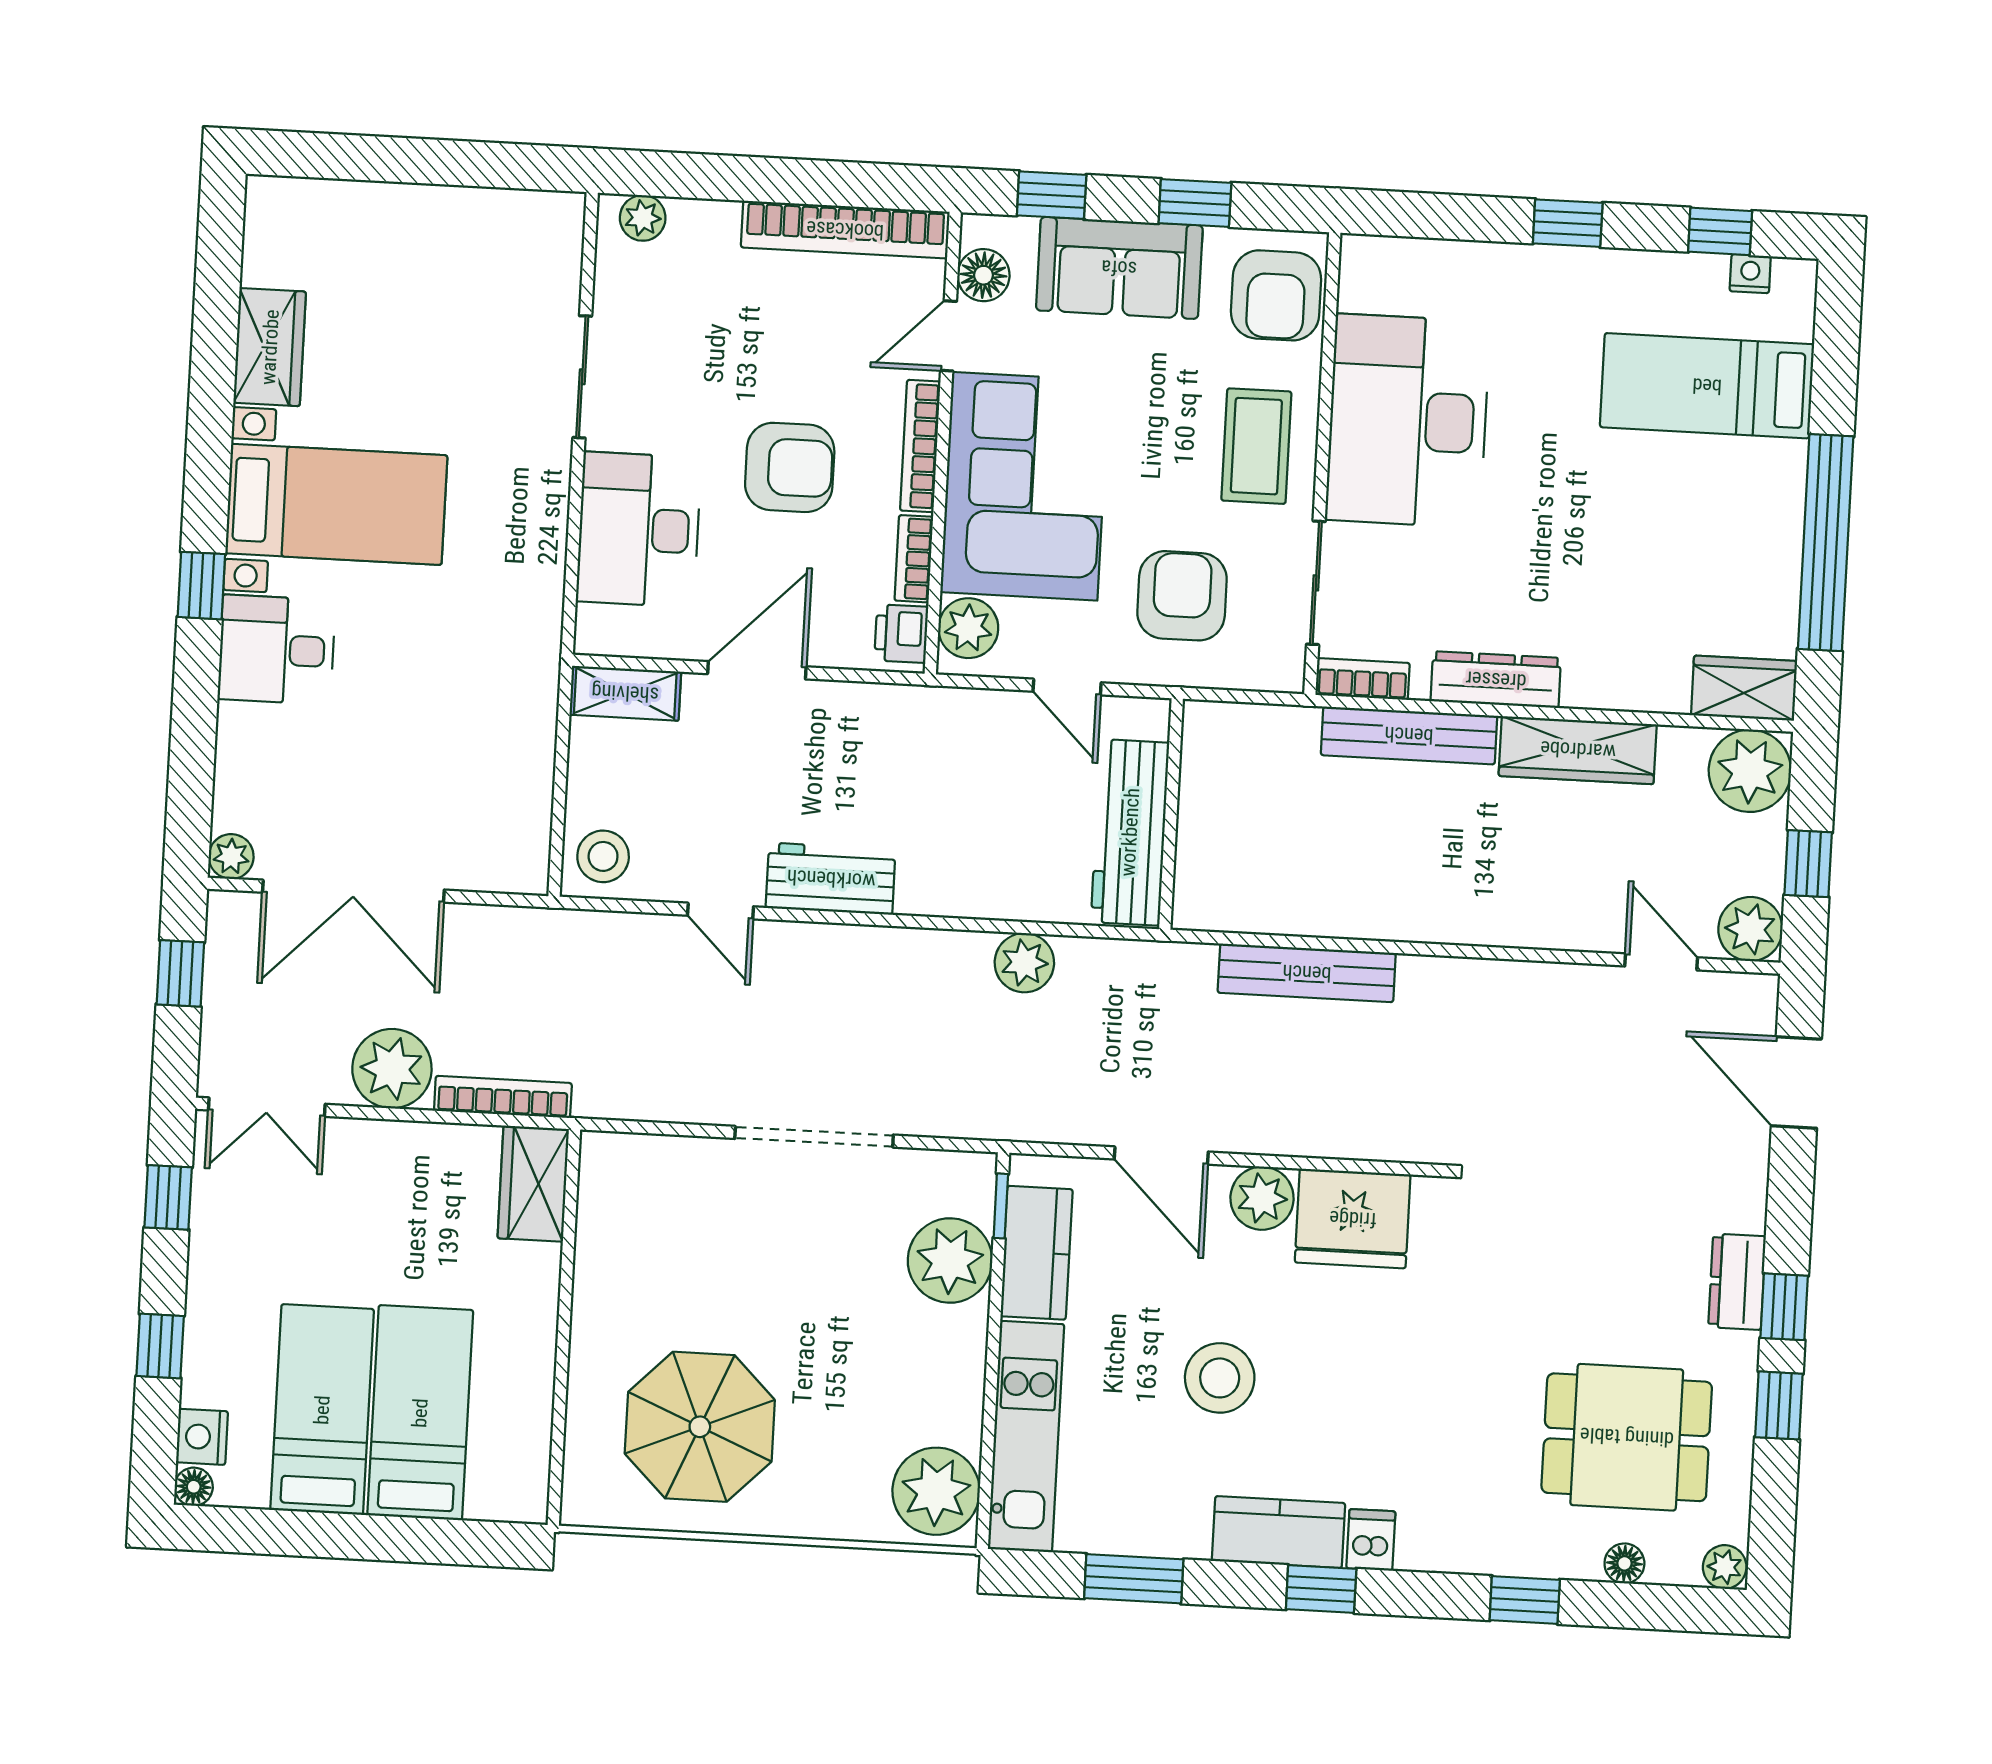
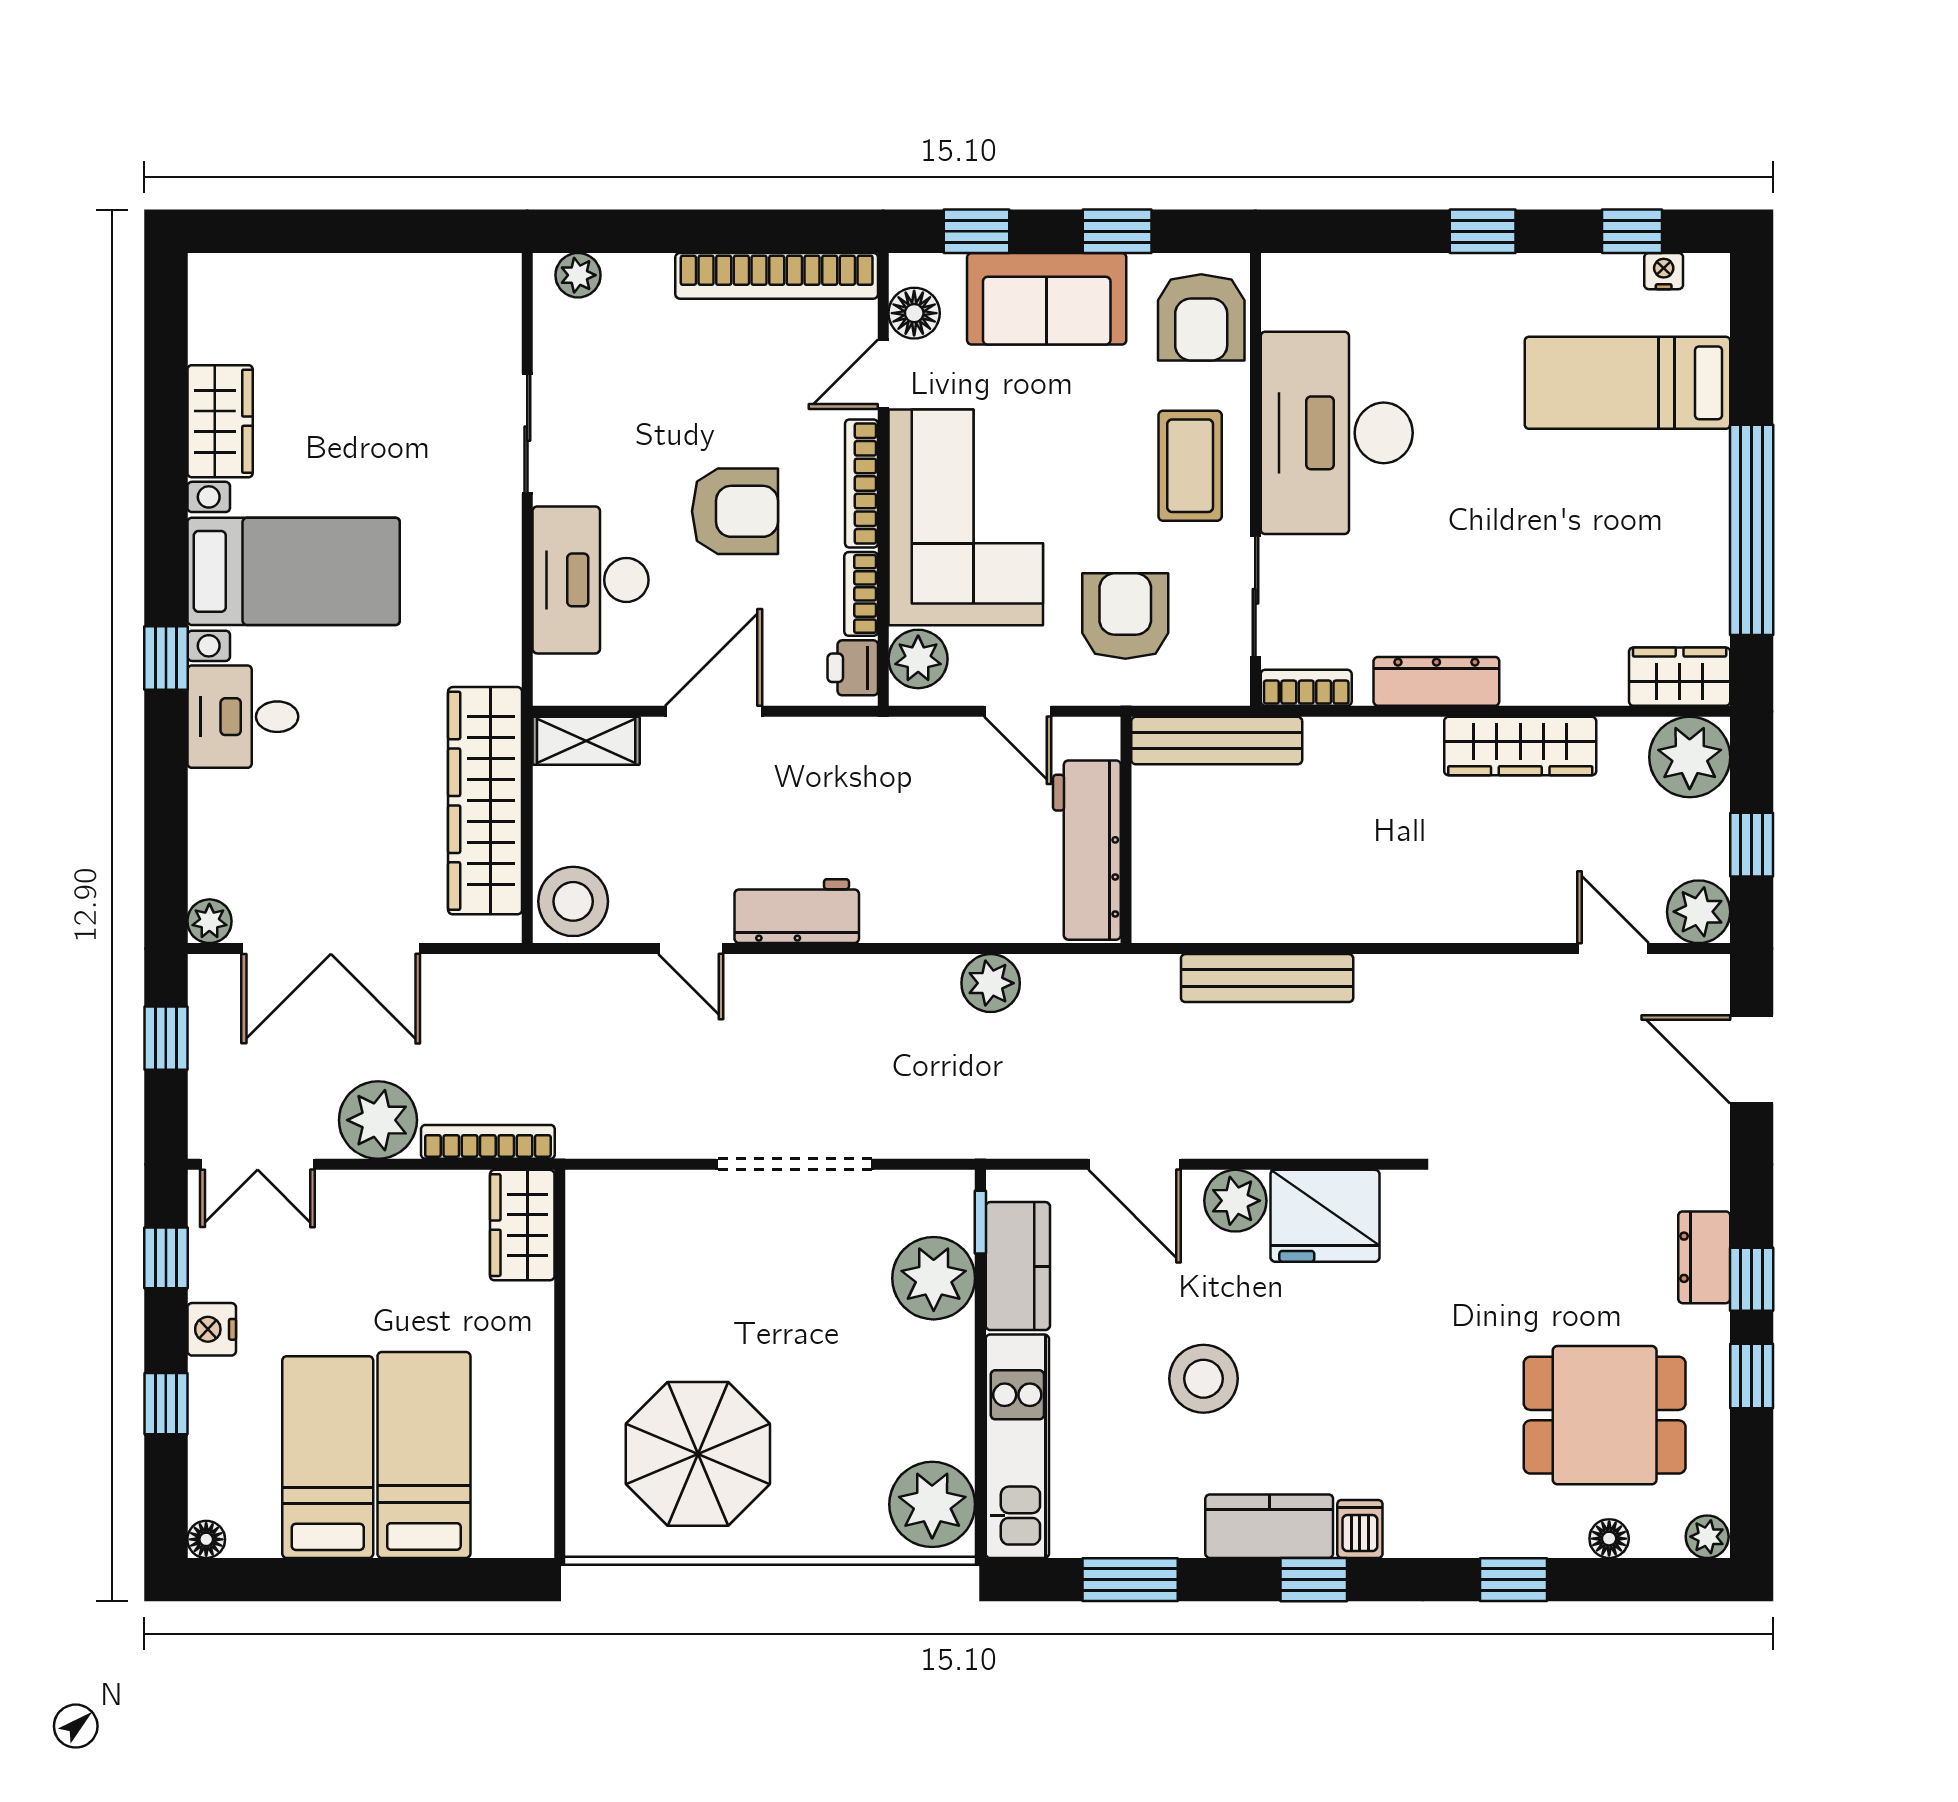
bench: (1409, 735) -> (1217, 741), moved
wardrobe: (519, 749) -> (485, 801), added
stool: (603, 856) -> (573, 901), width x1.38, depth x1.38
nightstand: (202, 1437) -> (212, 1329), moved

